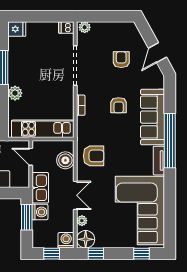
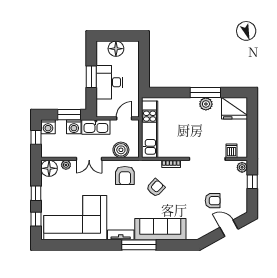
window: (100, 16) -> (252, 182), added
dishwasher: (66, 27) -> (231, 151), moved
fridge: (17, 29) -> (234, 108), width x1.88, depth x1.34
door: (157, 53) -> (229, 228), moved
plant: (15, 93) -> (206, 104), moved
armchair: (119, 105) -> (156, 188), moved, turned 133
window: (170, 141) -> (139, 245), width x0.68
washing machine: (66, 240) -> (48, 127), moved, turned 90
window: (96, 254) -> (36, 193), moved

